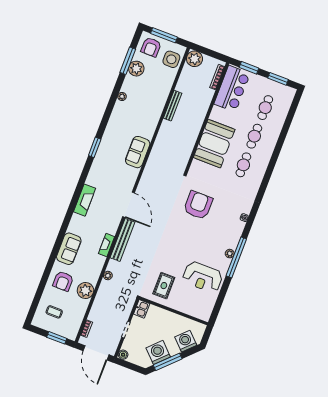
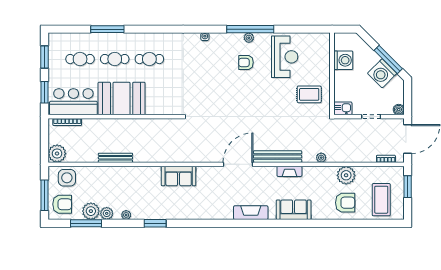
plant: (129, 81) -> (107, 213), added
window: (281, 140) -> (107, 29), added
booth: (214, 144) -> (122, 98), moved
window: (95, 147) -> (155, 223), moved
armchair: (198, 205) -> (246, 62), moved, width x0.53, depth x0.53
sofa: (69, 249) -> (294, 210), moved
coffee table: (54, 312) -> (381, 200), width x1.86, depth x1.72
washing machine: (186, 341) -> (343, 60), moved, turned -135

